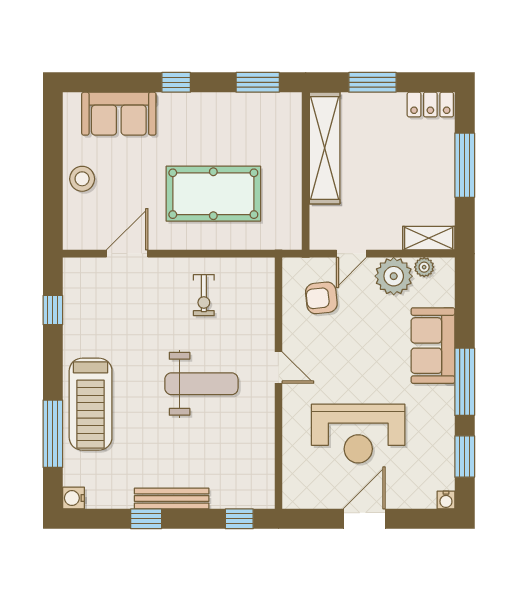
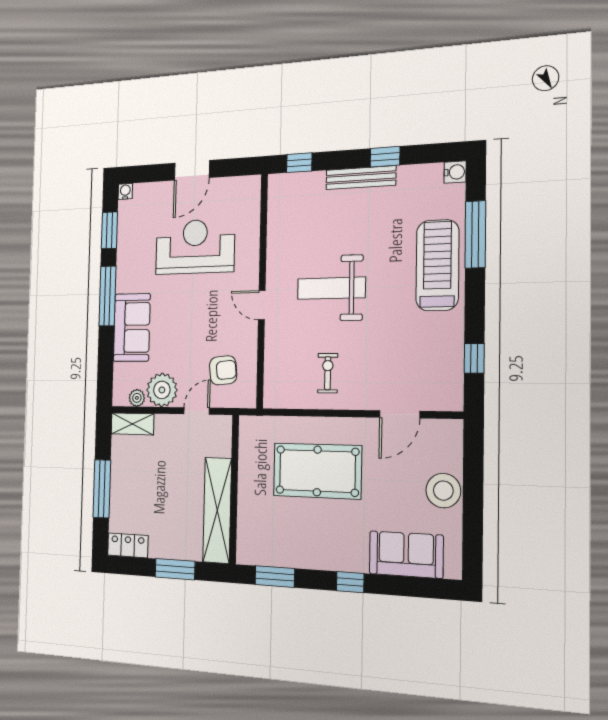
stool: (82, 179) -> (443, 491), width x1.38, depth x1.38

